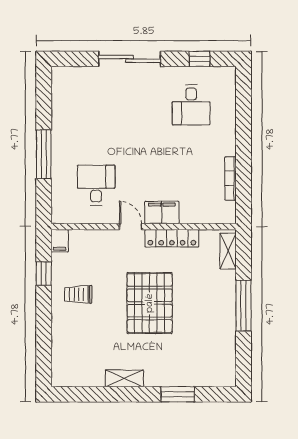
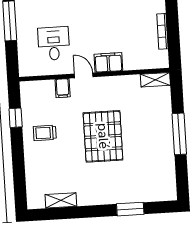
locker: (172, 238) -> (118, 83), removed
filing cabinet: (60, 241) -> (63, 88), moved
shelving: (228, 251) -> (155, 80), moved, turned 90
shelving: (124, 378) -> (61, 200), moved

